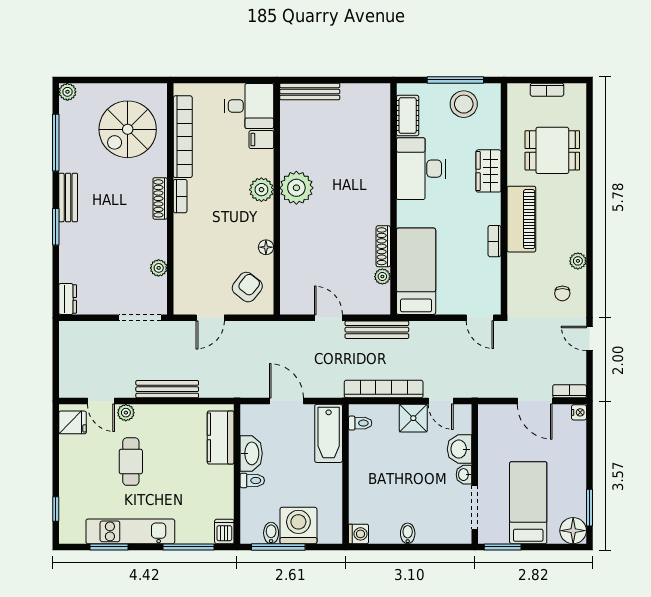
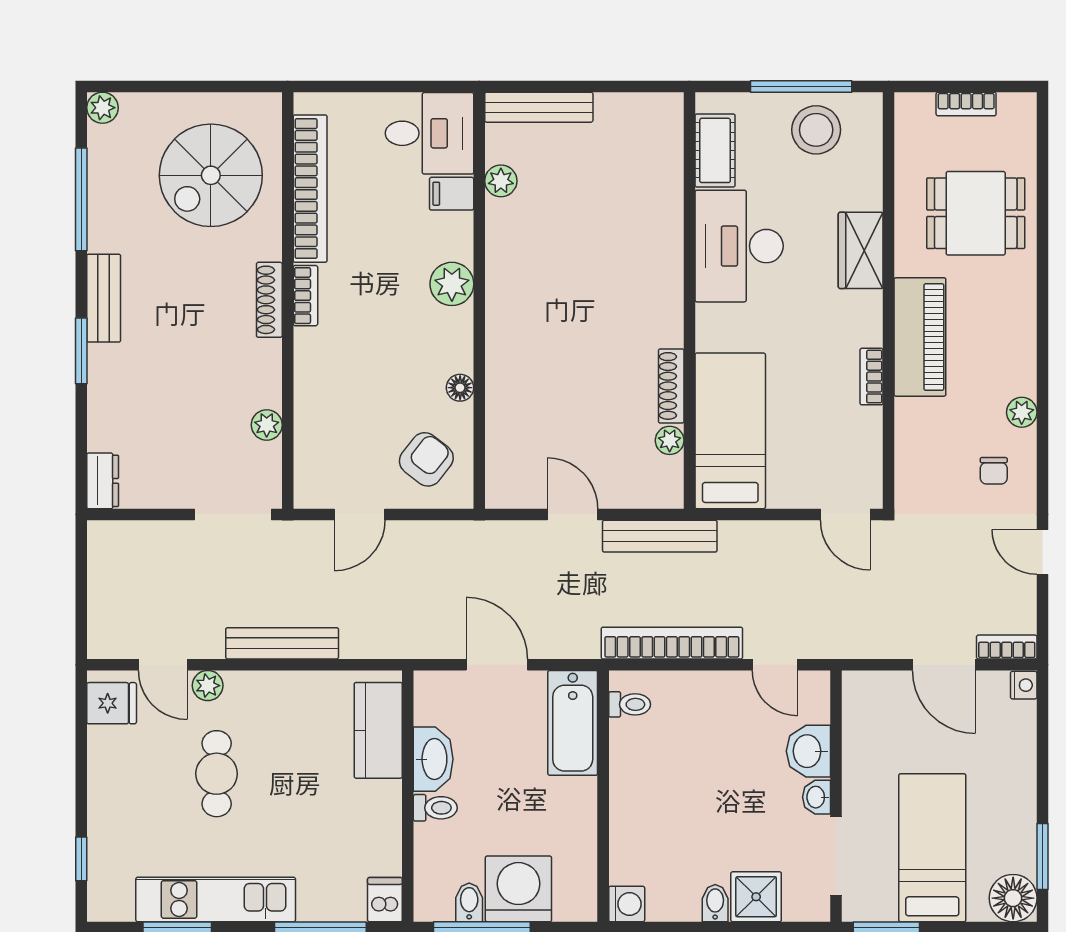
plant: (296, 188) -> (501, 181), moved, width x0.53, depth x0.53
shower: (413, 418) -> (756, 897), moved

